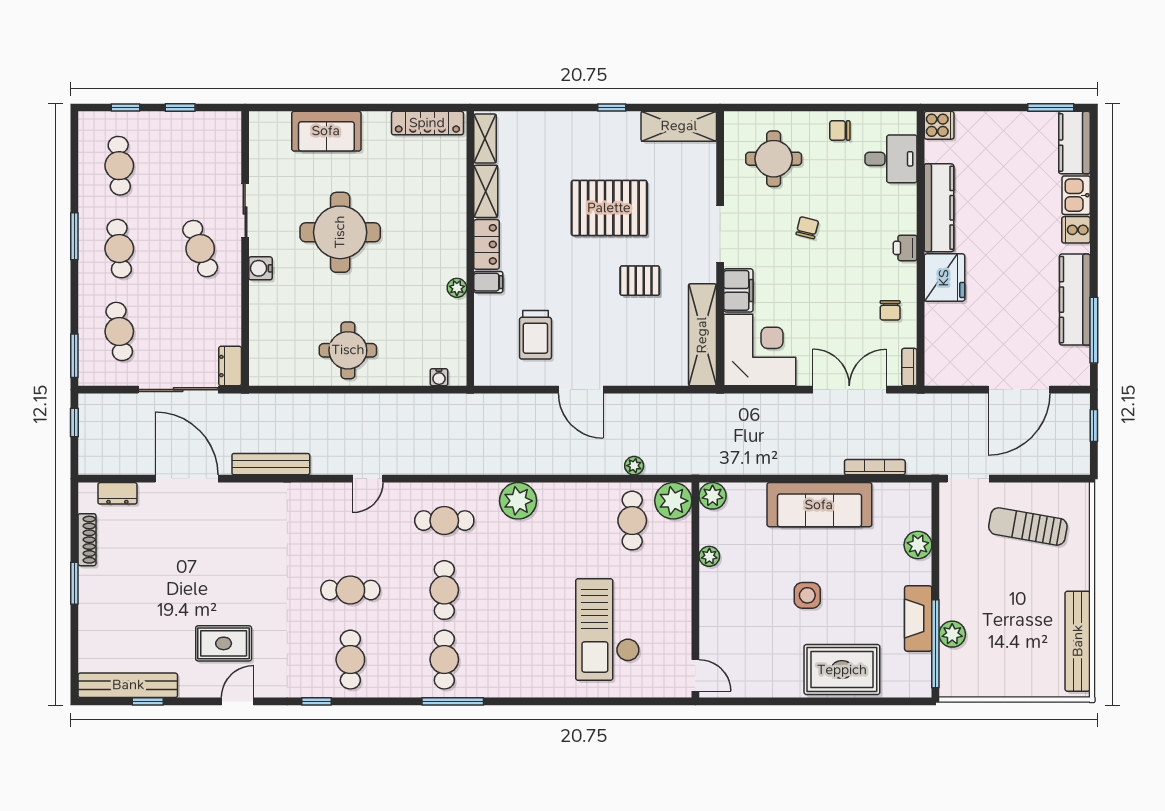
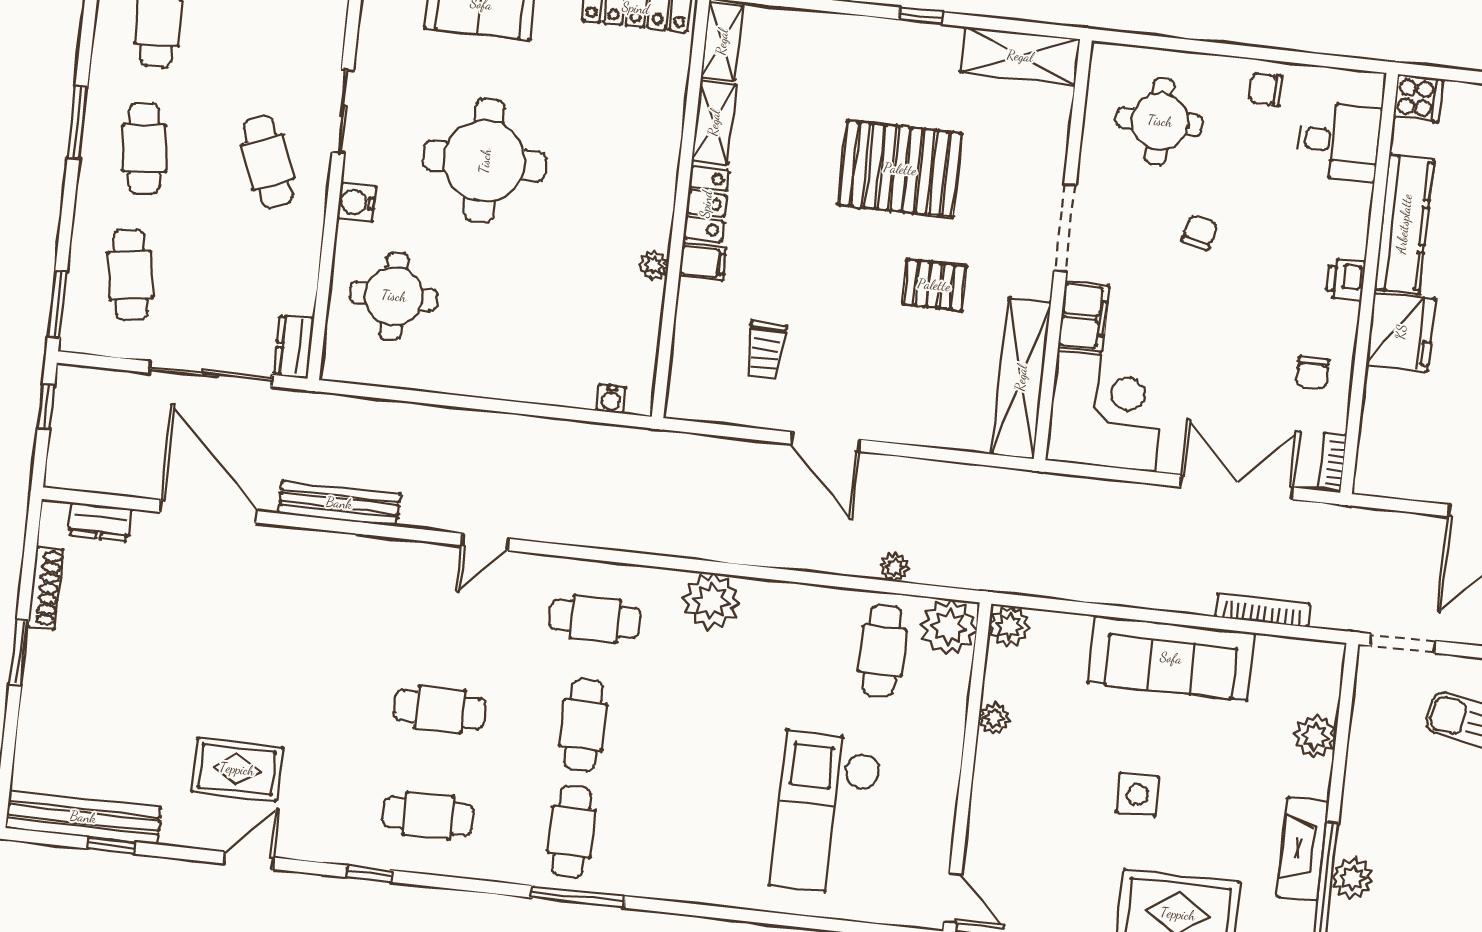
trolley: (535, 335) -> (766, 350), width x0.73, depth x0.72
round table: (348, 350) -> (394, 296), moved
cafe table: (350, 660) -> (428, 816), turned 90

